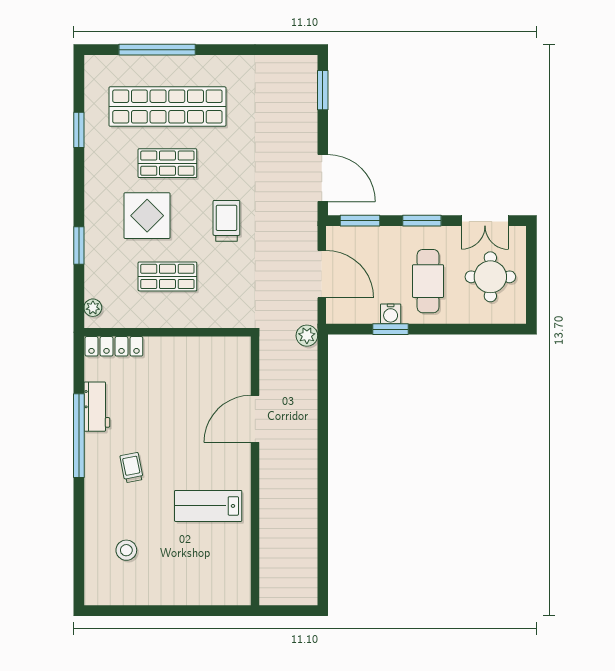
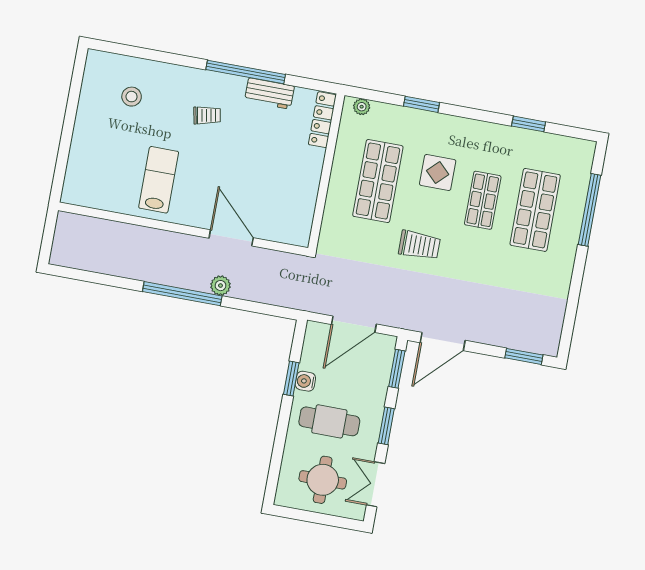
shop shelf: (167, 107) -> (535, 210), width x0.71
display table: (147, 216) -> (438, 172), width x0.73, depth x0.73
shop shelf: (167, 276) -> (378, 181), width x1.43, depth x1.36
plant: (307, 336) -> (220, 286), moved
window: (323, 459) -> (182, 294), added

